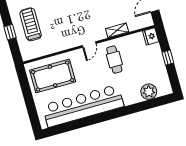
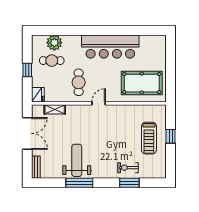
shelving: (117, 30) -> (55, 109), moved
cafe table: (146, 73) -> (52, 61), added
bar counter: (83, 106) -> (110, 47), width x0.73

